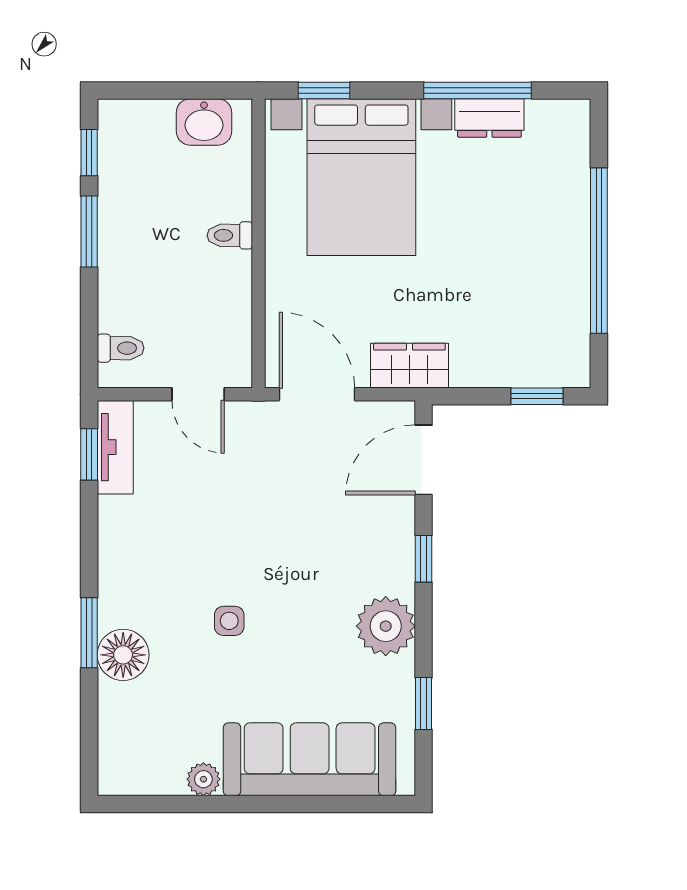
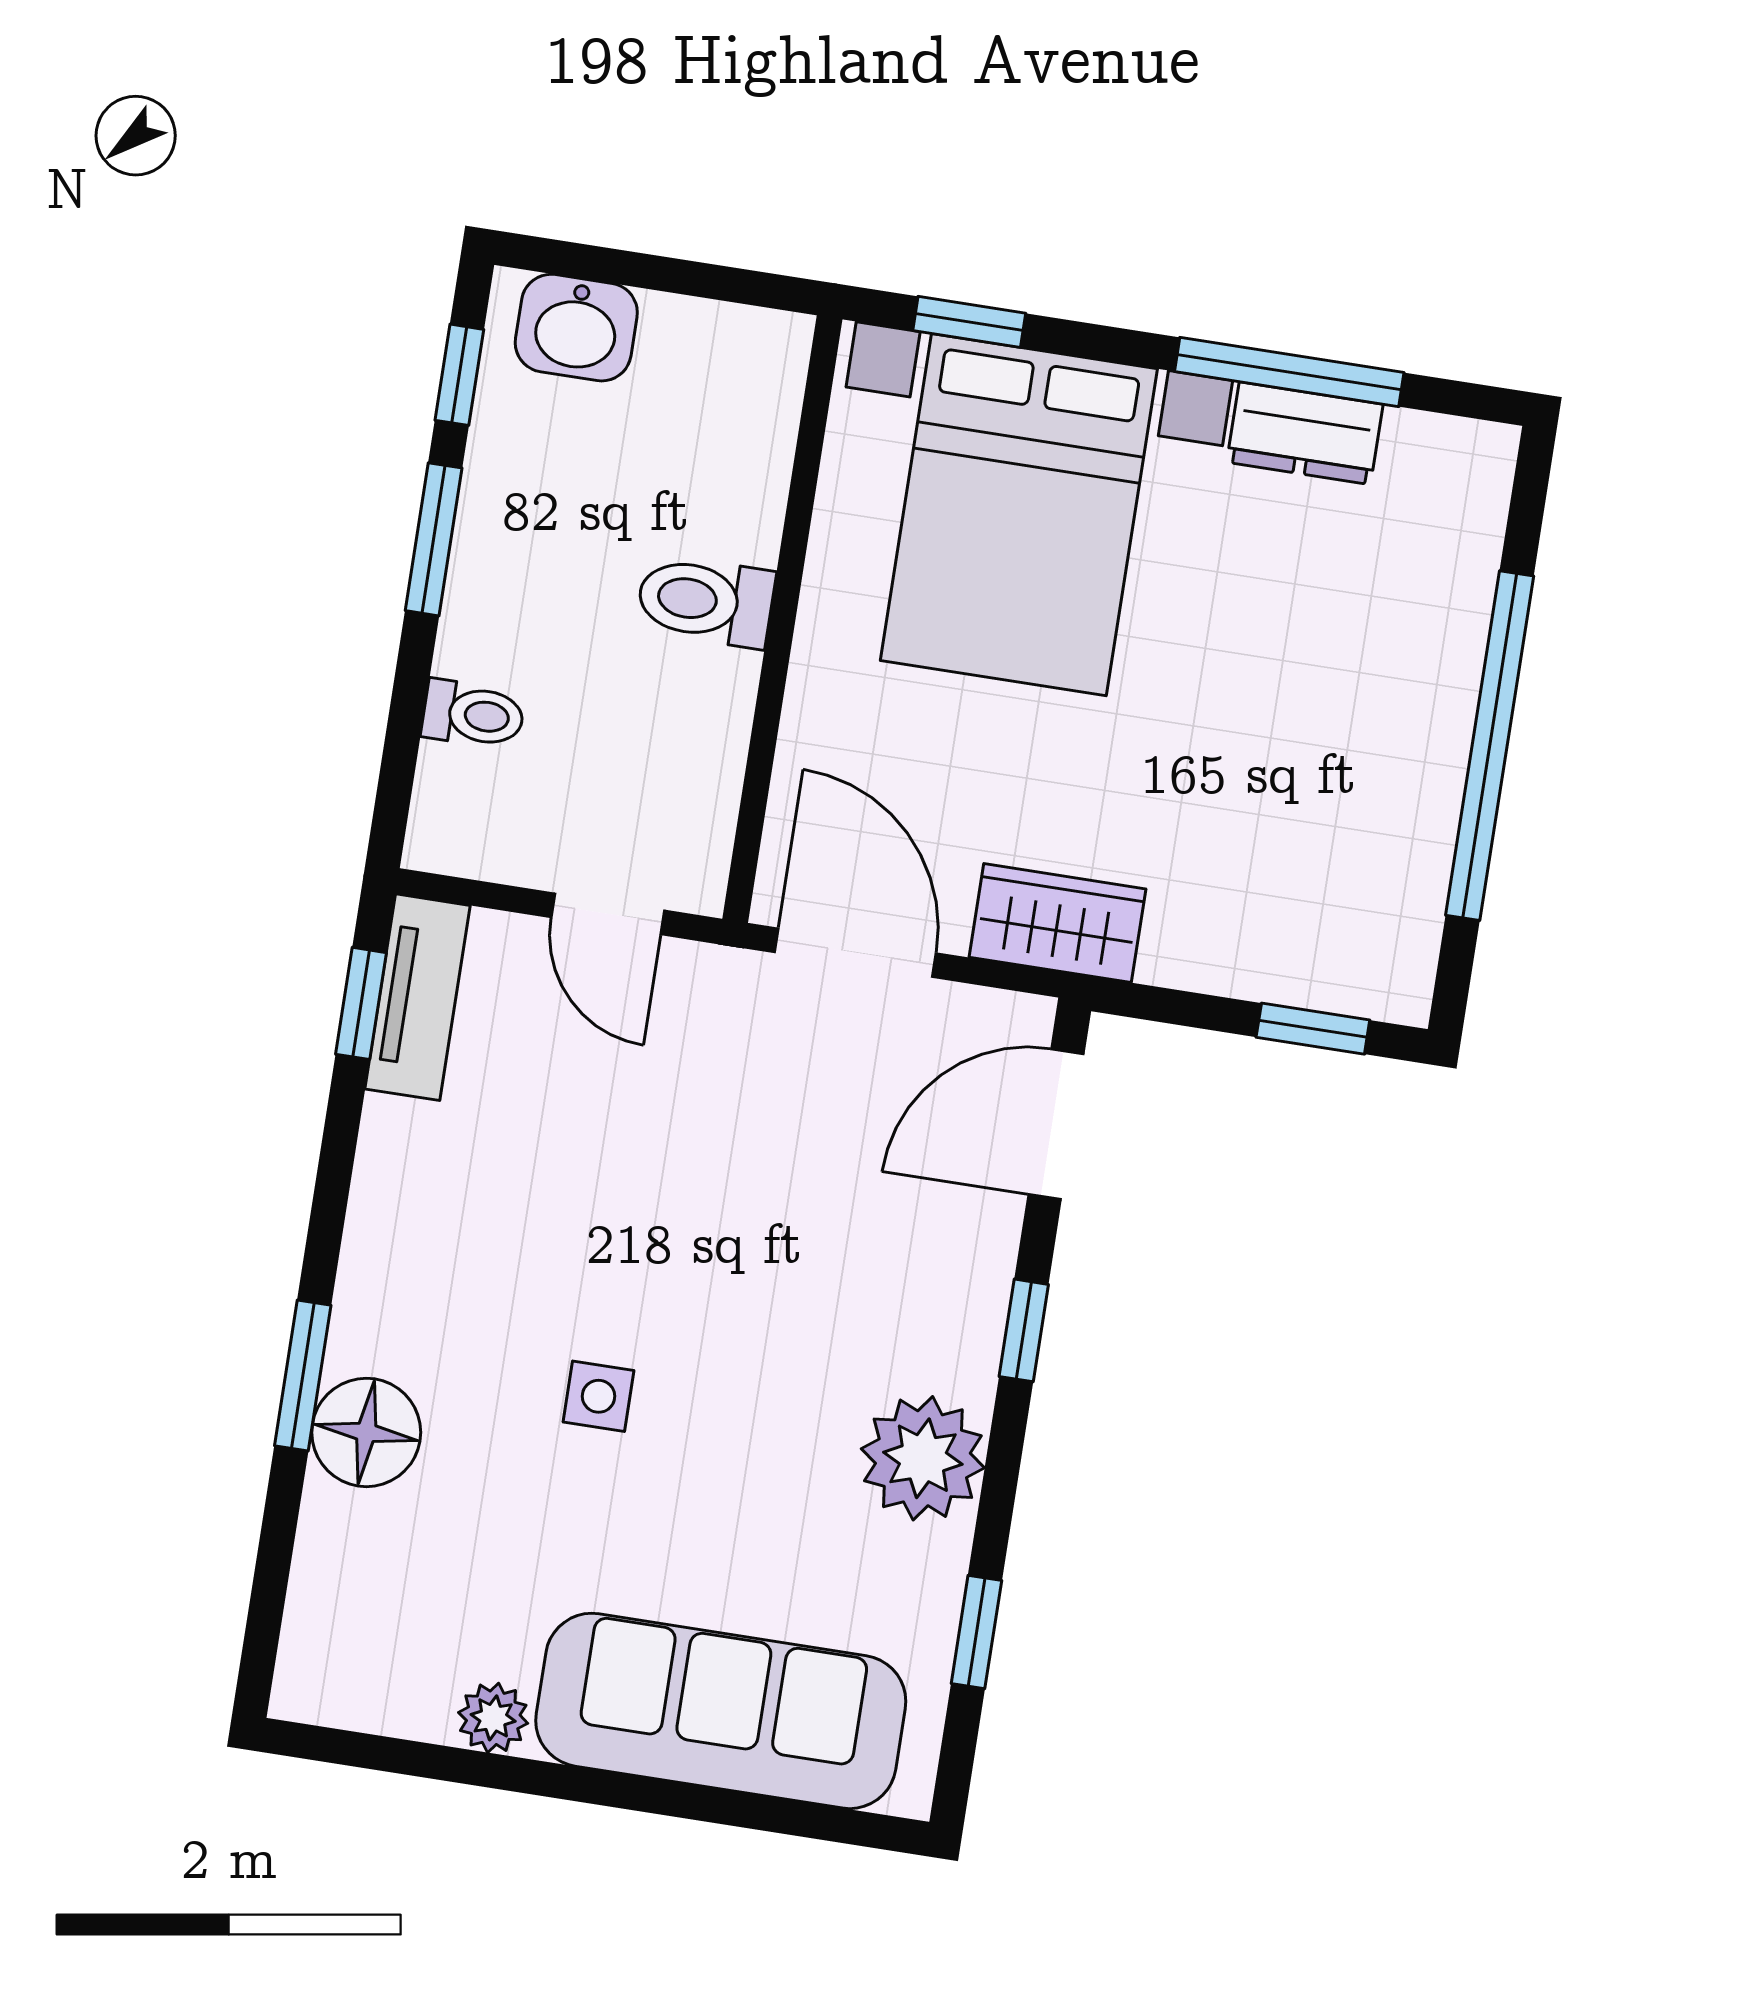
washbasin: (204, 122) -> (576, 328), moved
toilet: (230, 235) -> (706, 601), width x1.37, depth x1.39
toilet: (121, 348) -> (473, 715), moved

